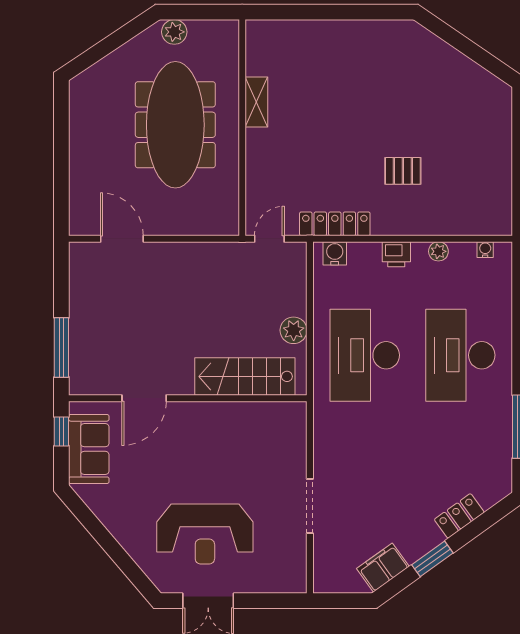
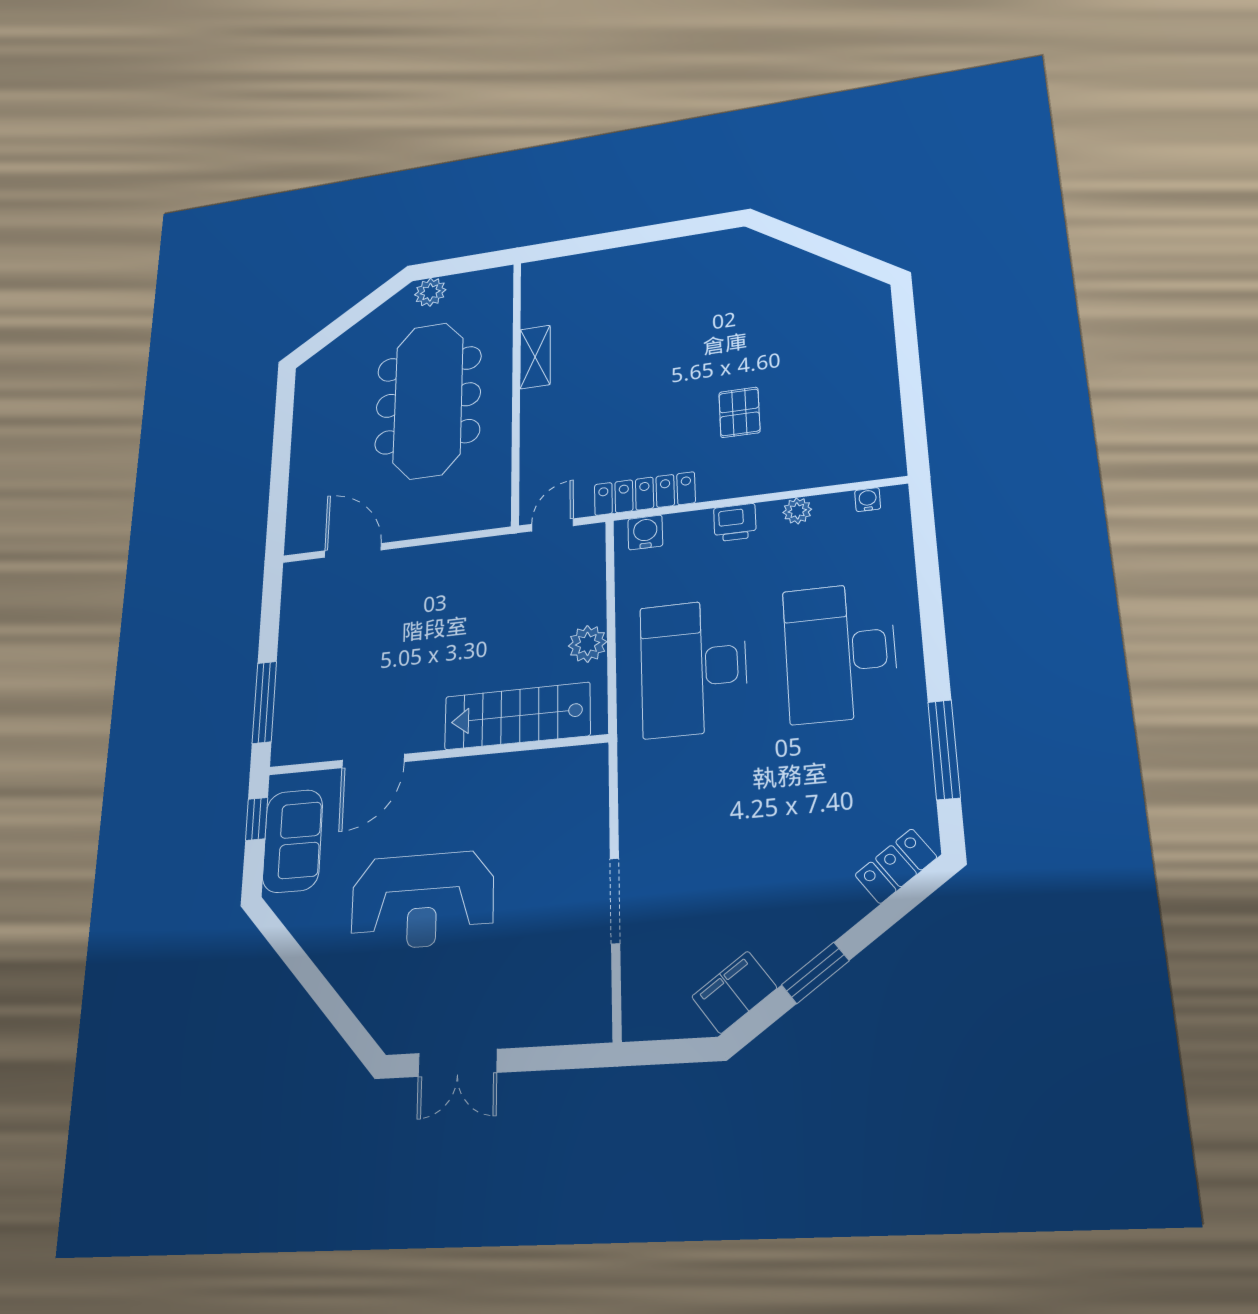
pallet: (403, 171) -> (739, 412), turned 90
locker: (459, 516) -> (896, 866), moved
reception desk: (205, 534) -> (422, 900), moved

